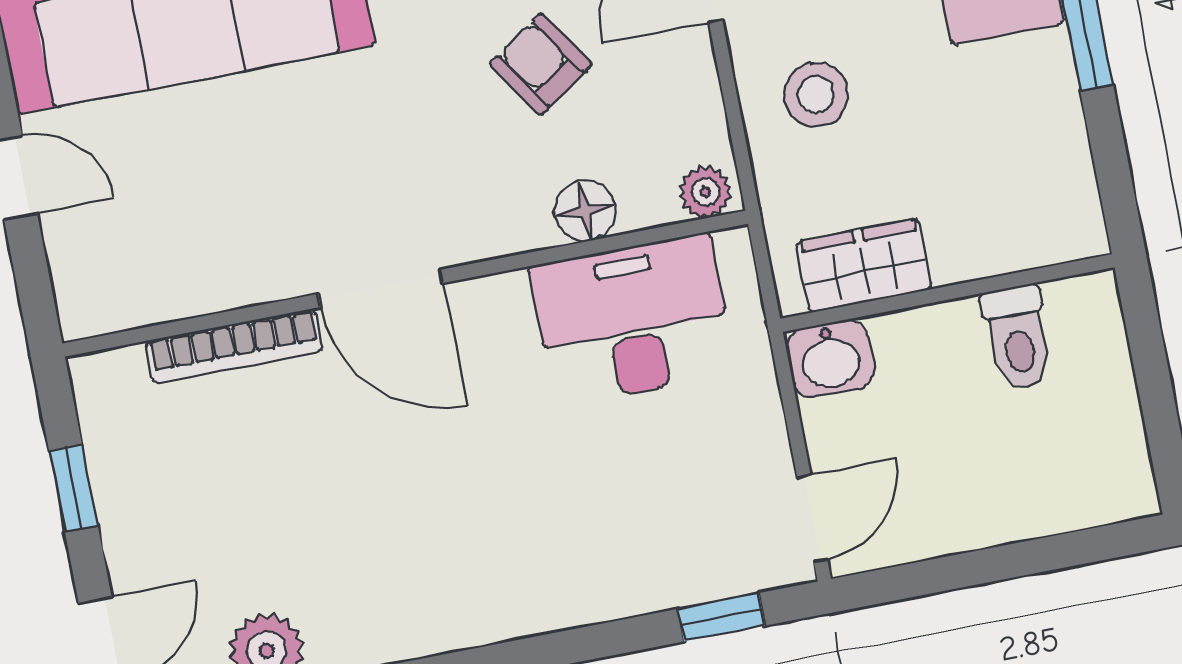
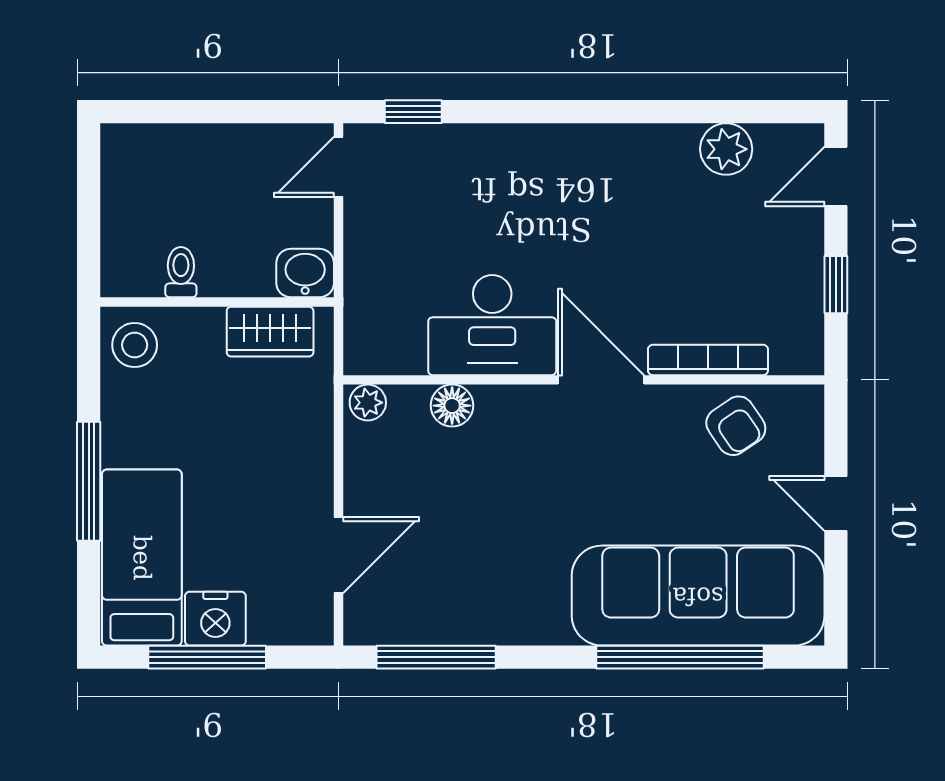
armchair: (541, 64) -> (736, 426), moved
stool: (816, 95) -> (135, 345), moved
desk: (632, 320) -> (492, 325), moved
toilet: (1018, 338) -> (181, 272), width x0.73, depth x0.72

